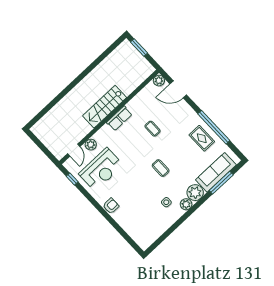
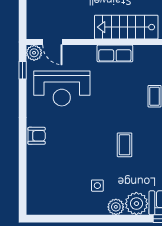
row of seats: (119, 118) -> (115, 53), moved
plant: (91, 145) -> (34, 53), moved
door: (74, 150) -> (52, 42), hinge flipped

